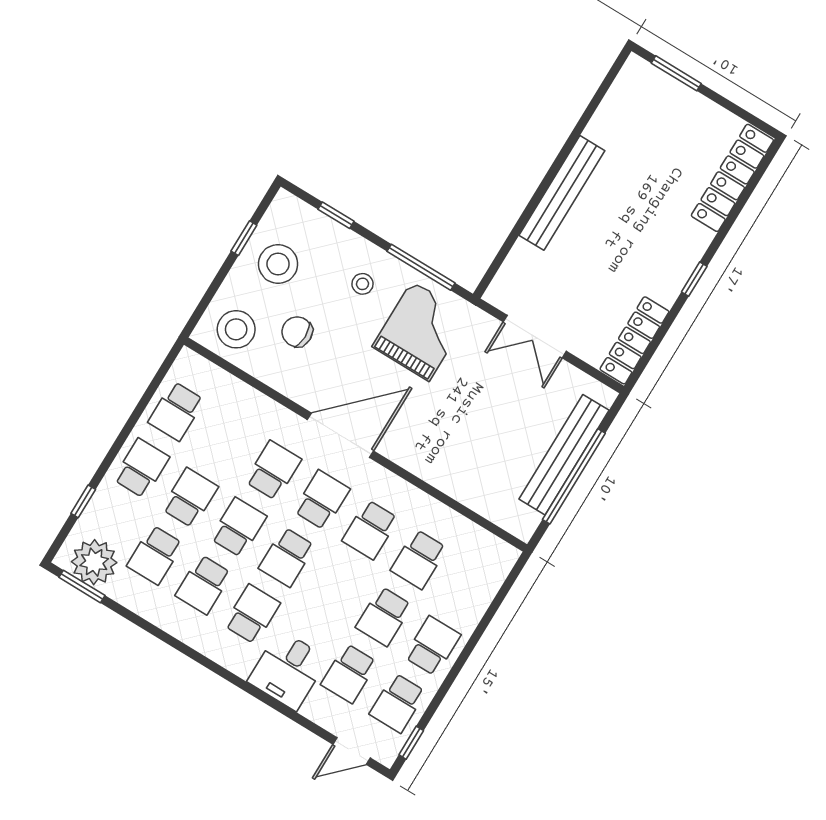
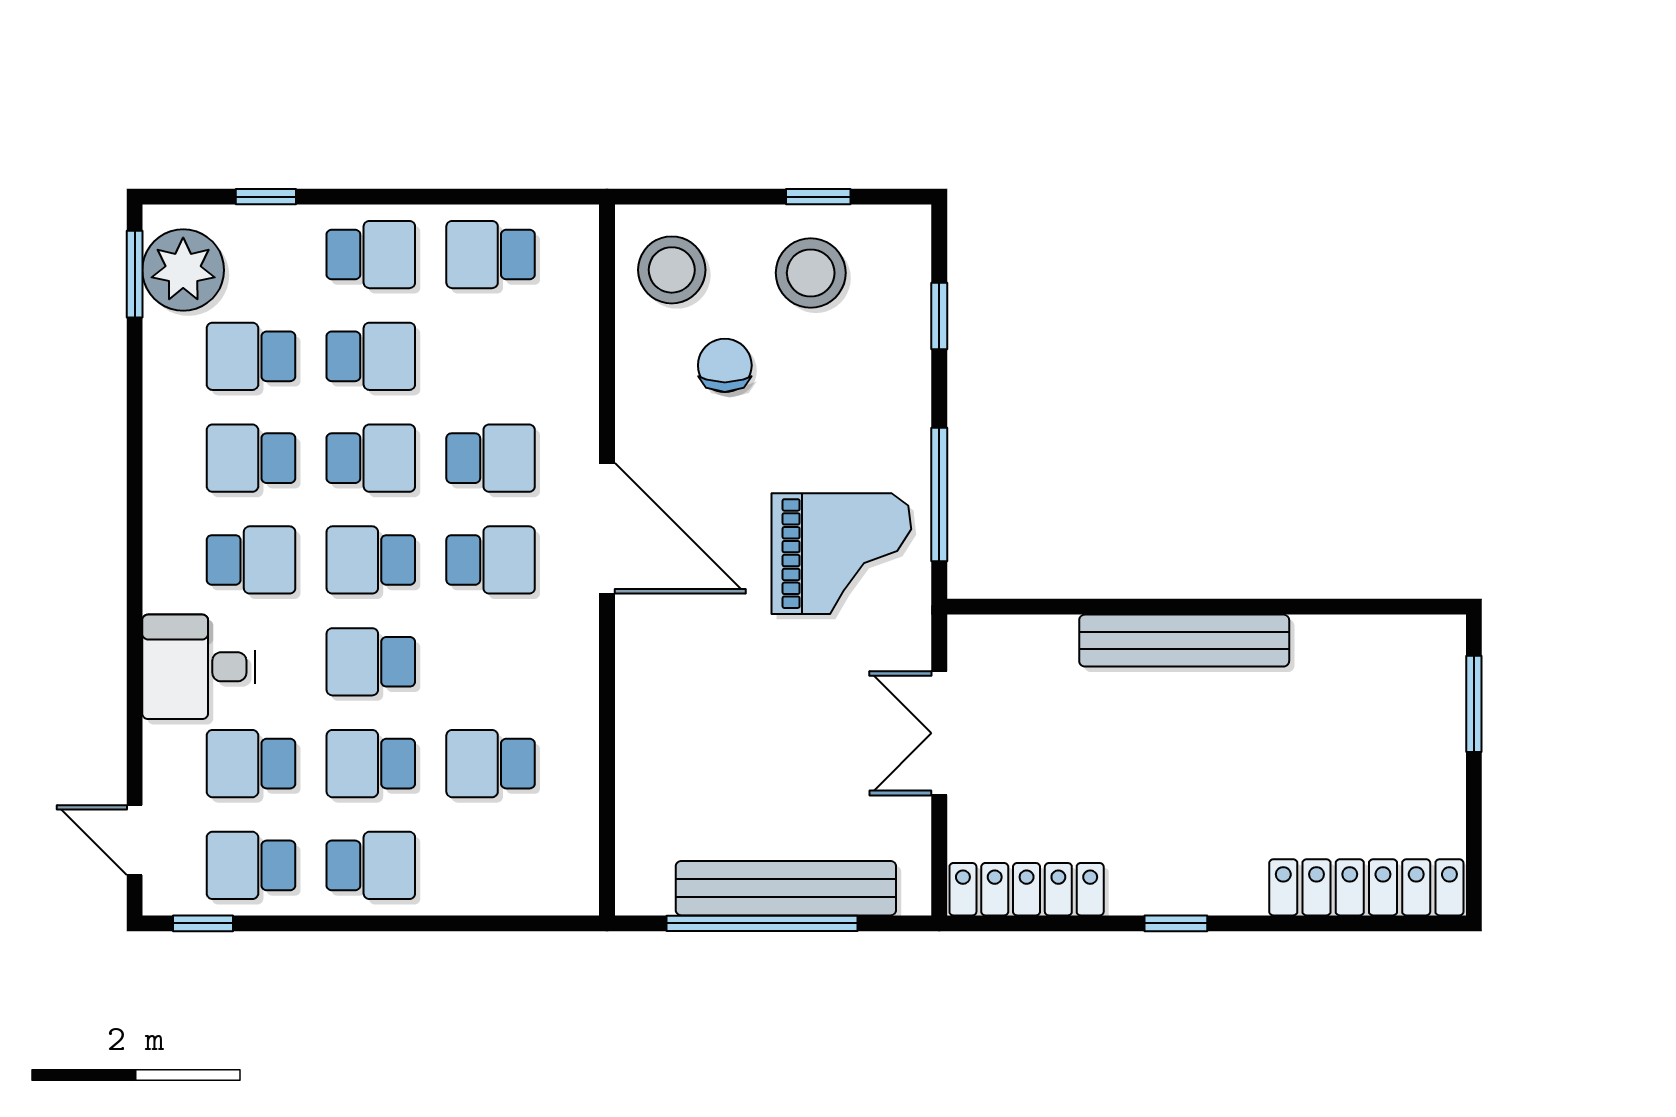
stool: (362, 284) -> (859, 421), removed
school desk: (370, 530) -> (371, 662), moved

